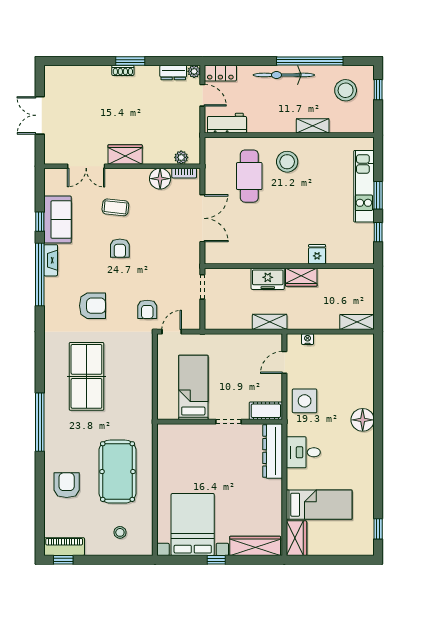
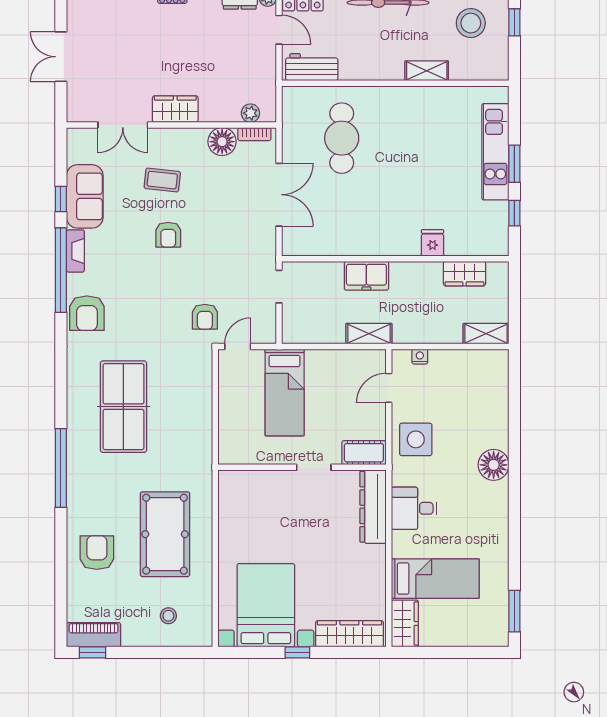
stool: (287, 162) -> (392, 119), removed
wardrobe: (301, 277) -> (465, 274), moved
armchair: (92, 306) -> (87, 313), moved, turned 90
bed: (193, 387) -> (285, 393), moved, turned 180
window: (378, 529) -> (514, 611), width x1.50

